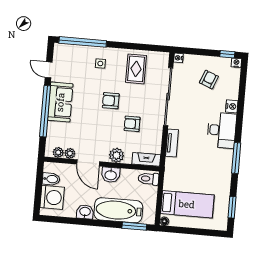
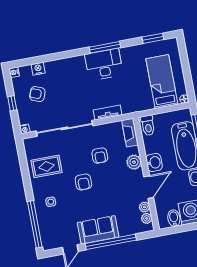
window: (227, 54) -> (12, 103), moved
nightstand: (232, 106) -> (38, 69), moved
desk: (222, 130) -> (104, 64), moved

